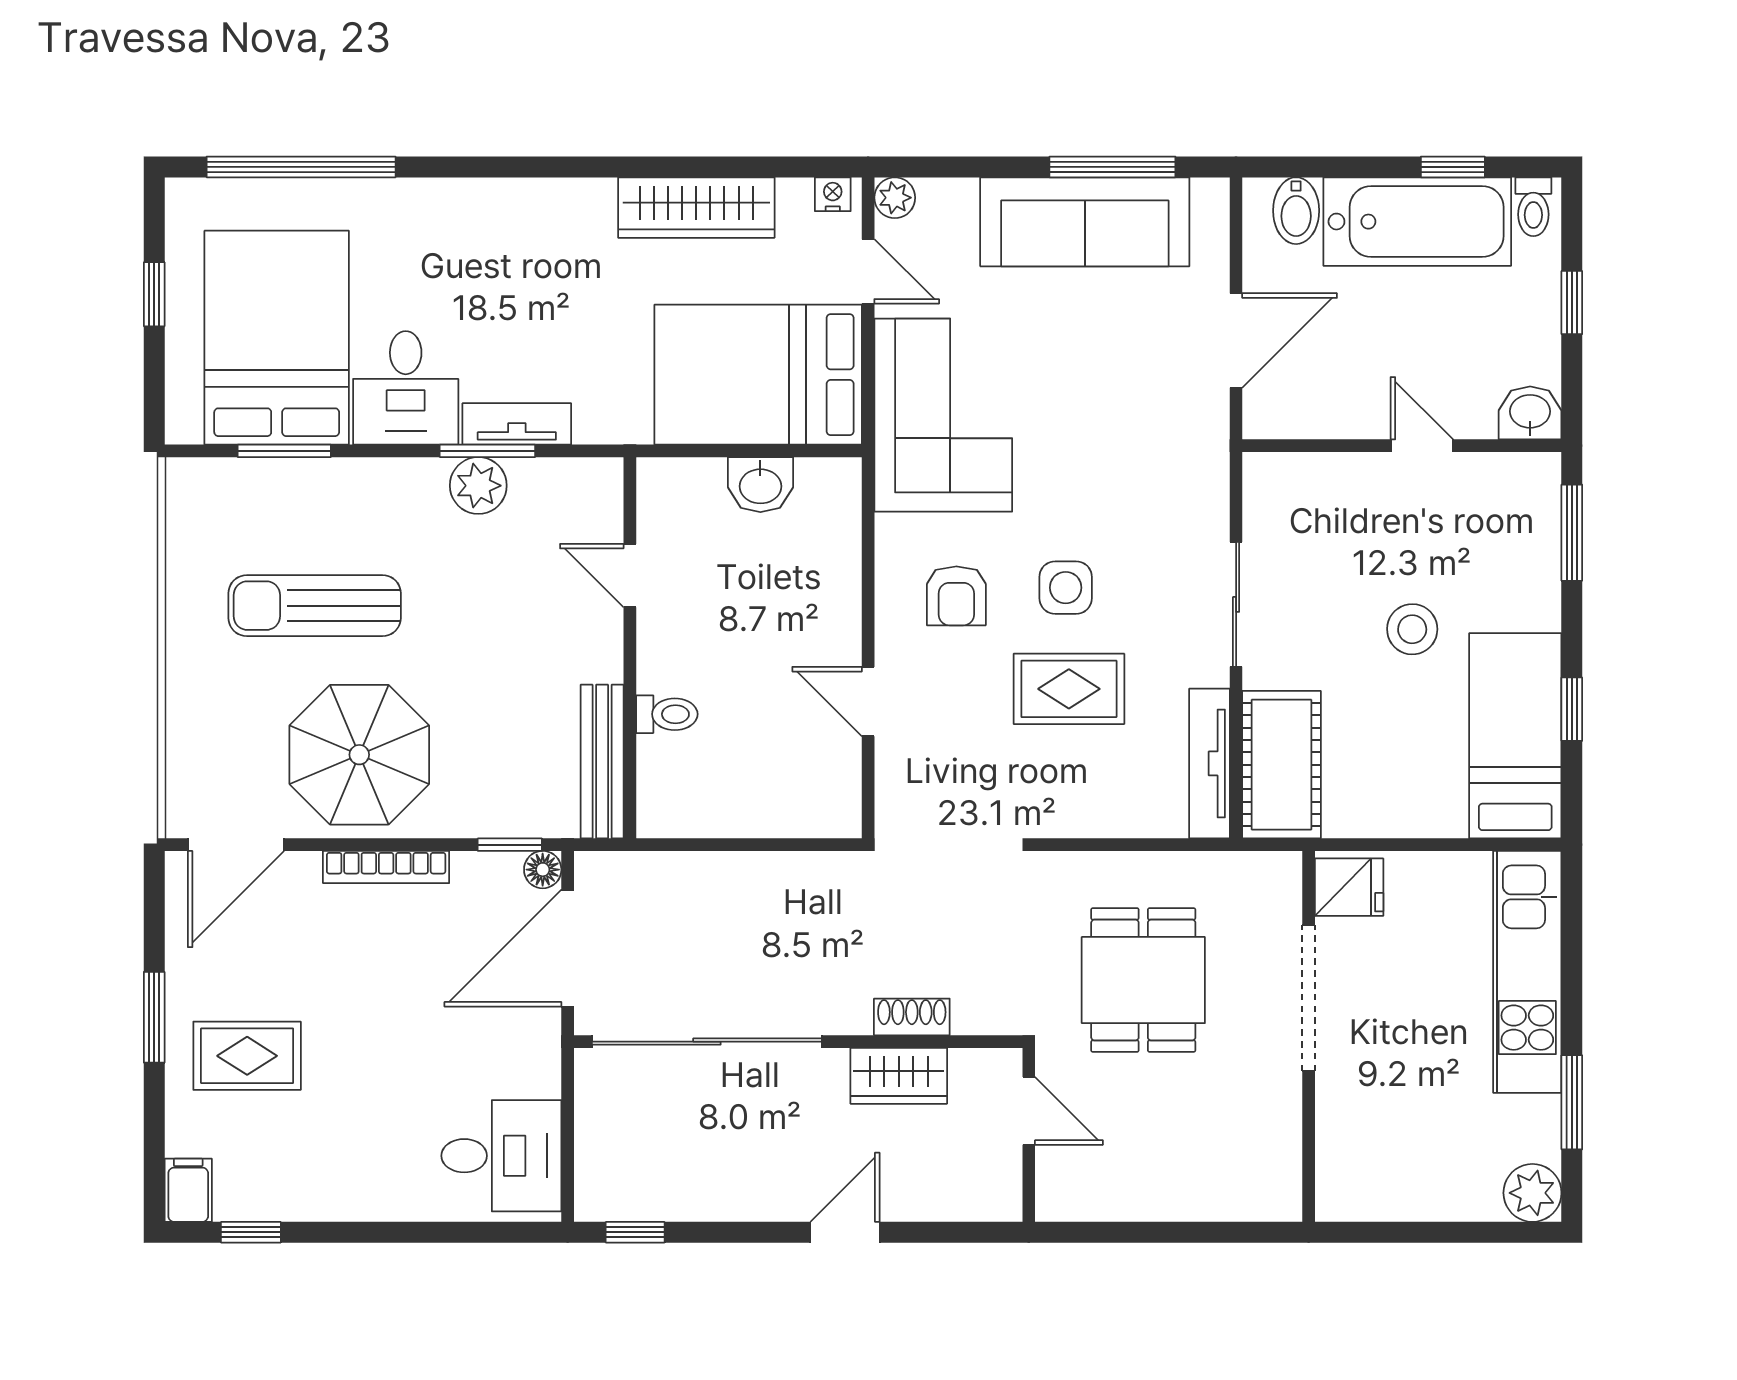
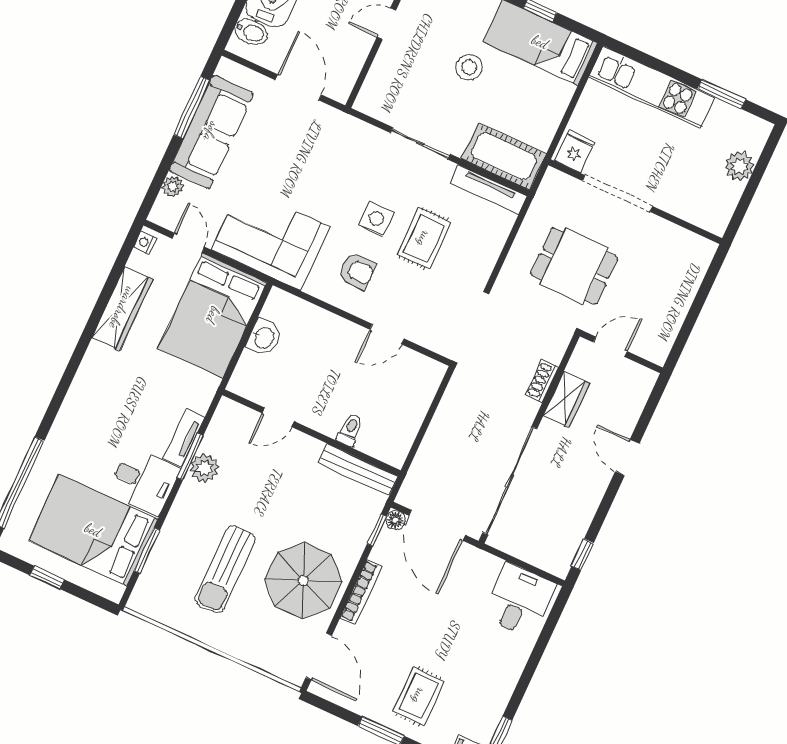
plant: (895, 198) -> (173, 187), moved
door: (868, 271) -> (188, 243), hinge flipped
plant: (1532, 1193) -> (739, 166), moved

